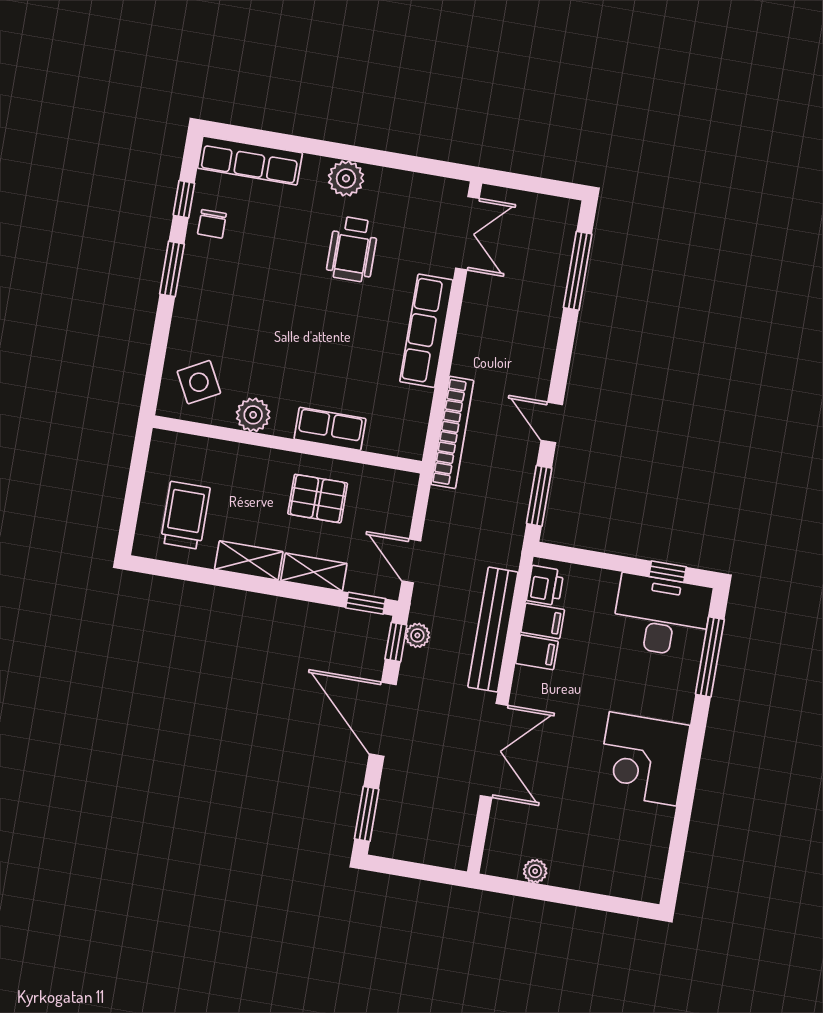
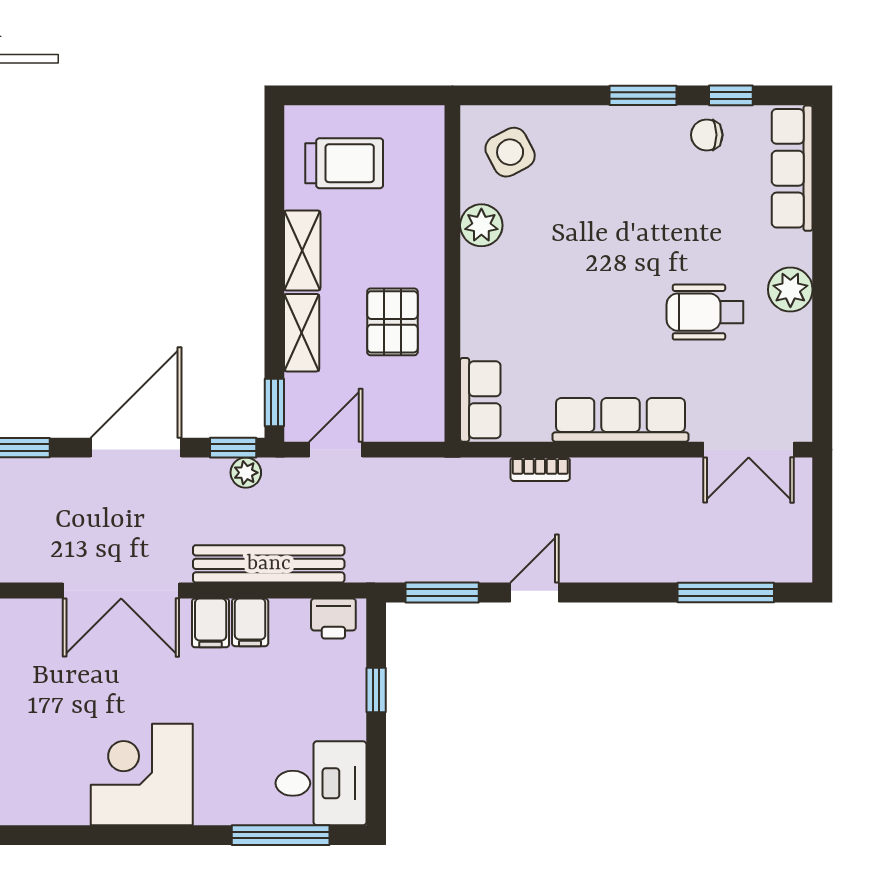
row of seats: (330, 429) -> (480, 400), moved
bookcase: (452, 432) -> (540, 469), width x0.43, depth x0.76
window: (668, 572) -> (376, 690), moved
desk: (662, 616) -> (321, 783), width x0.73
filing cabinet: (543, 621) -> (211, 623), moved

